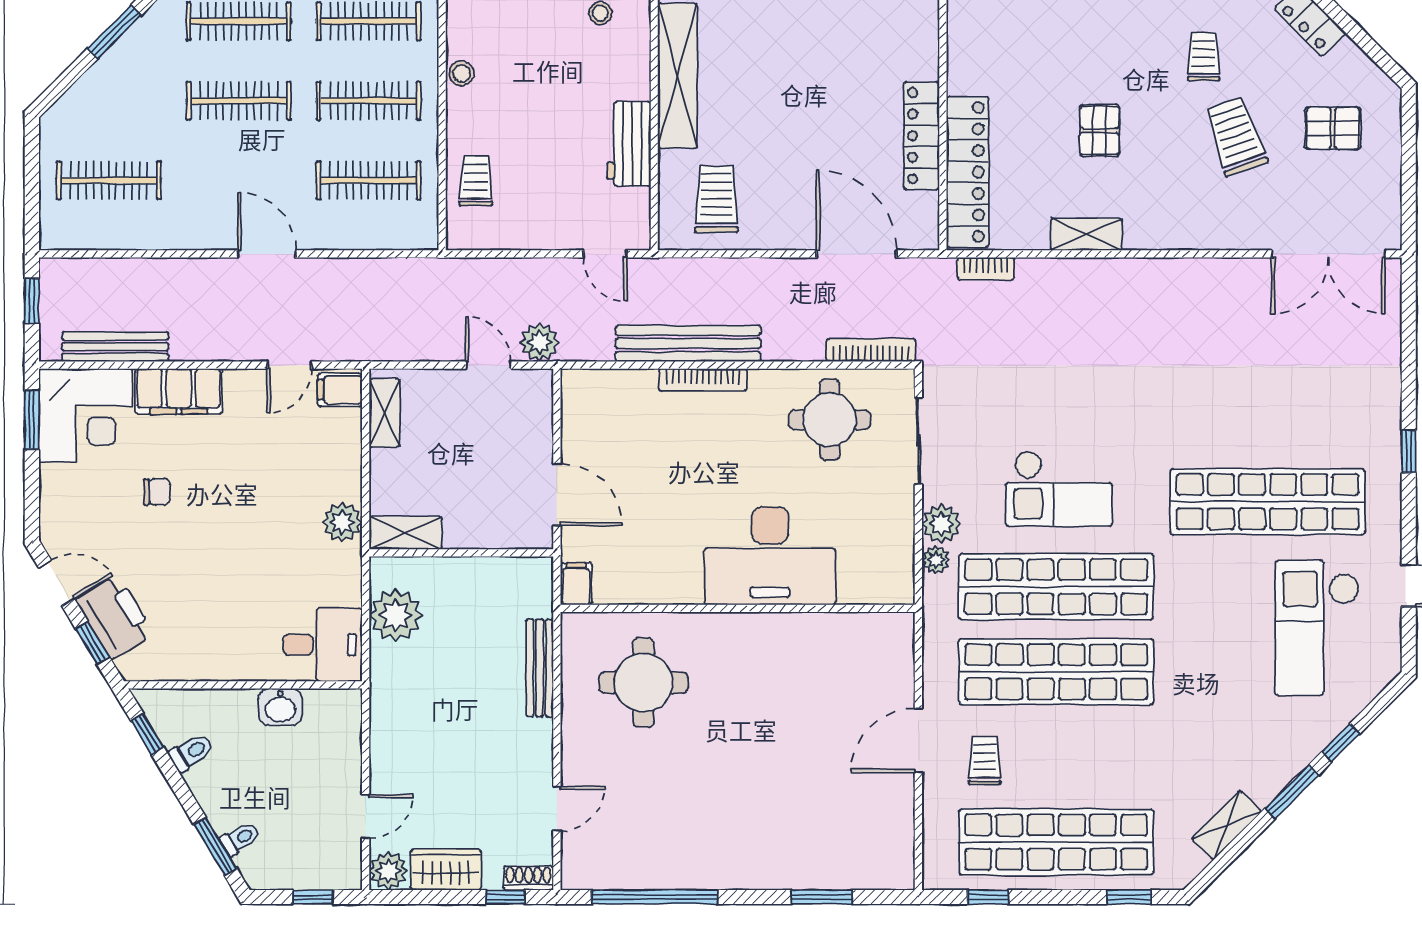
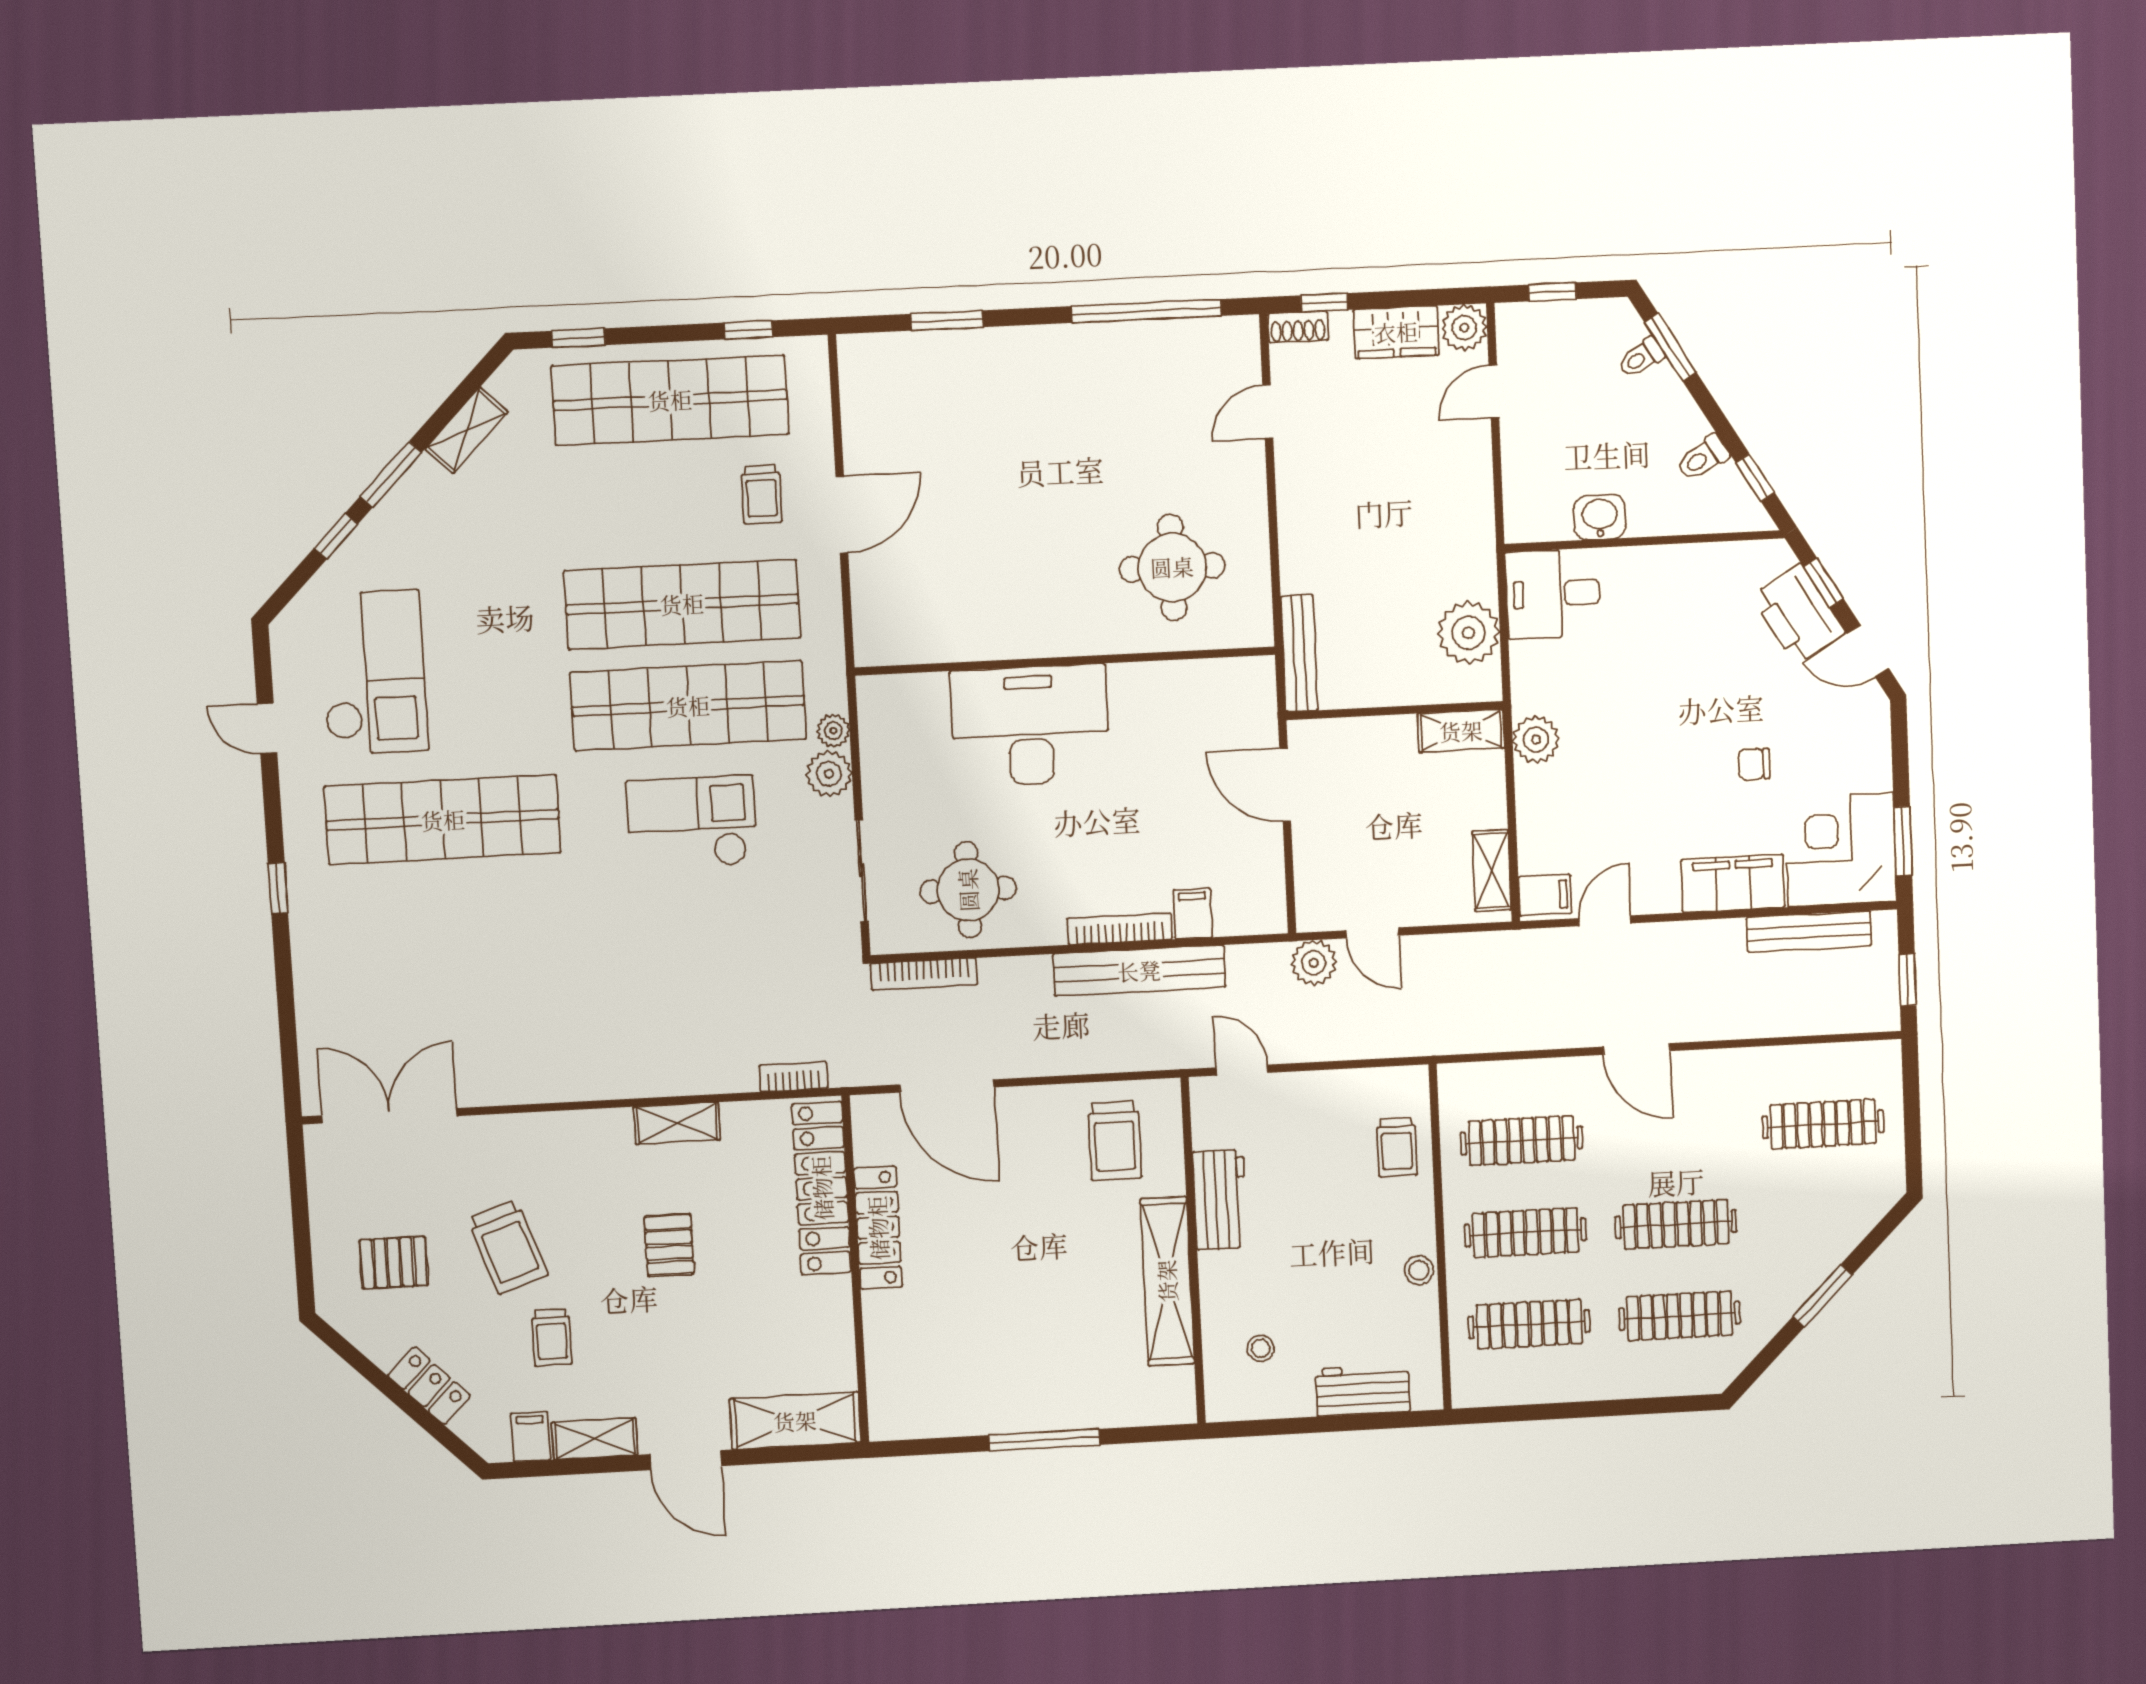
filing cabinet: (576, 584) -> (1193, 913), moved, turned 180
bench: (540, 668) -> (1299, 653), moved

